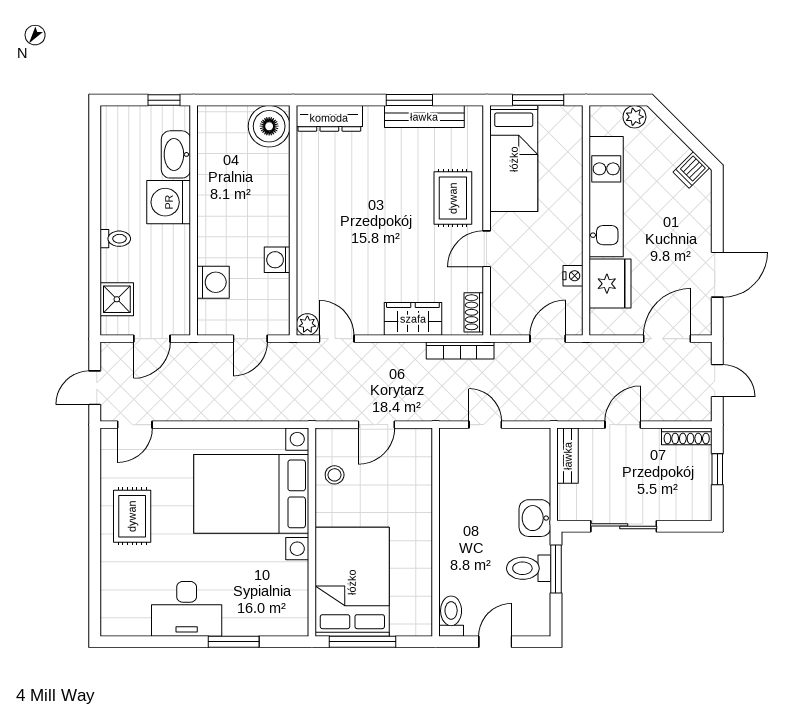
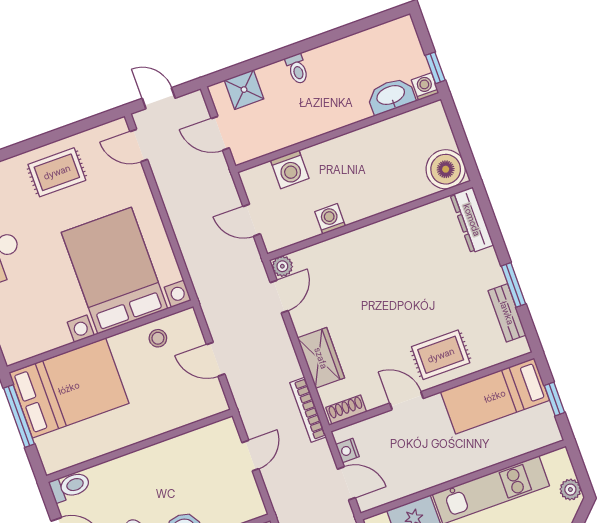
window: (538, 100) -> (554, 399), width x0.67
bench: (424, 117) -> (507, 313), width x0.73
washing machine: (169, 202) -> (425, 86), moved, width x0.53, depth x0.53
nightstand: (573, 276) -> (347, 450), moved, turned 90

